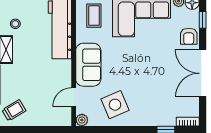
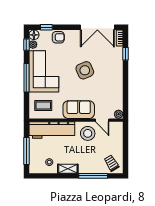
double door: (203, 73) -> (97, 27), moved
stool: (55, 77) -> (88, 133), added
side table: (115, 105) -> (85, 70), moved

